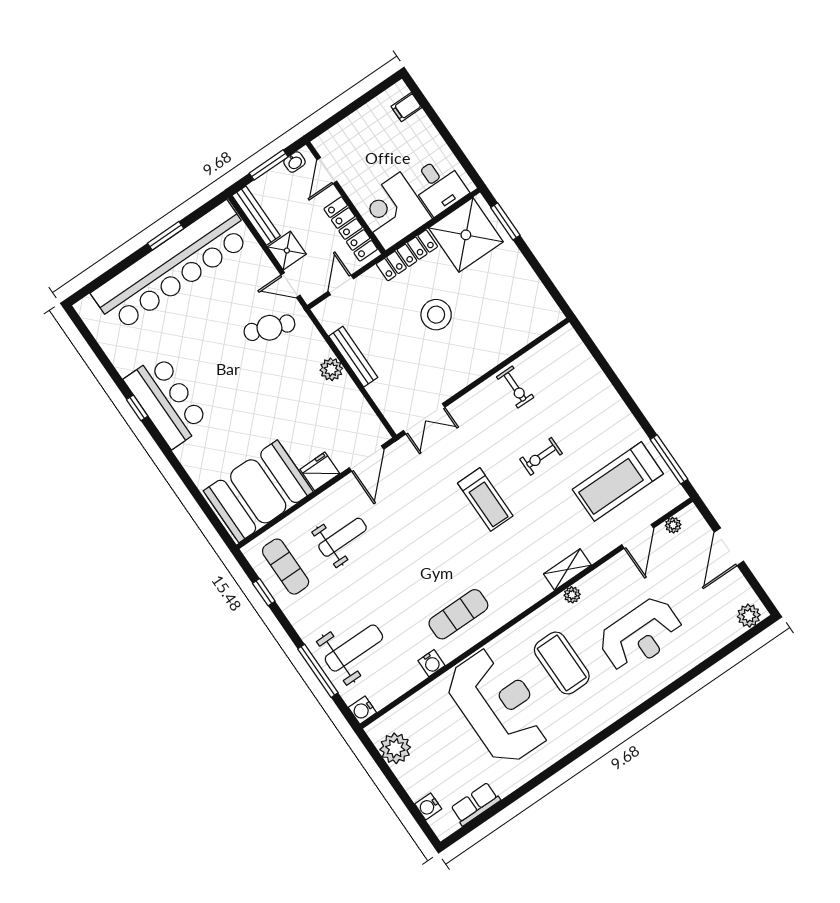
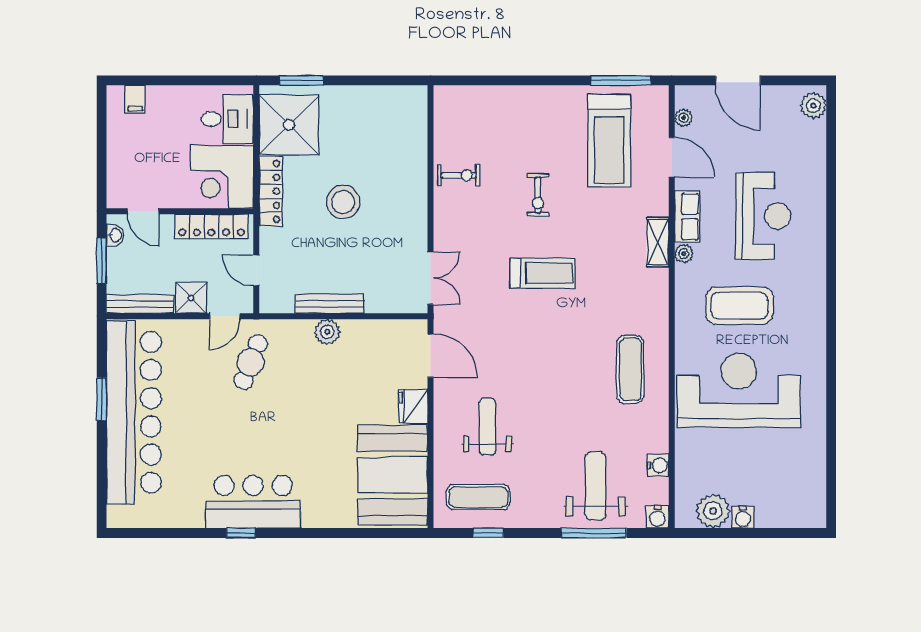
water cooler: (431, 663) -> (658, 465), moved
row of seats: (475, 804) -> (687, 217), moved, turned 180
water cooler: (428, 806) -> (743, 517), moved

